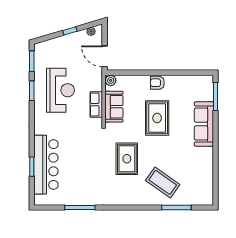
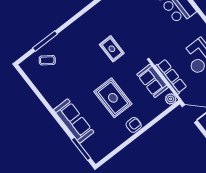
row of seats: (96, 105) -> (171, 77), width x1.48
rug: (127, 159) -> (112, 49), width x0.73, depth x0.70
coffee table: (163, 182) -> (47, 60), moved, width x0.54, depth x0.58

